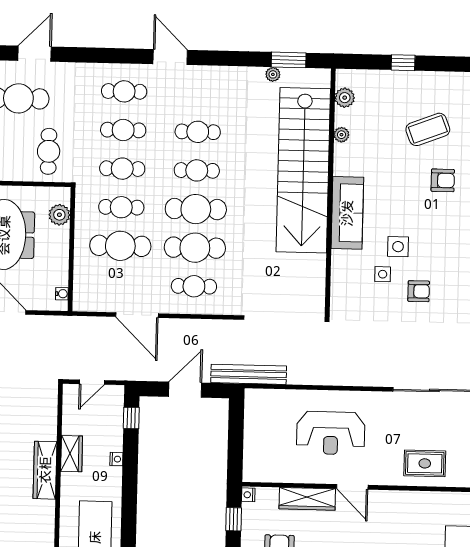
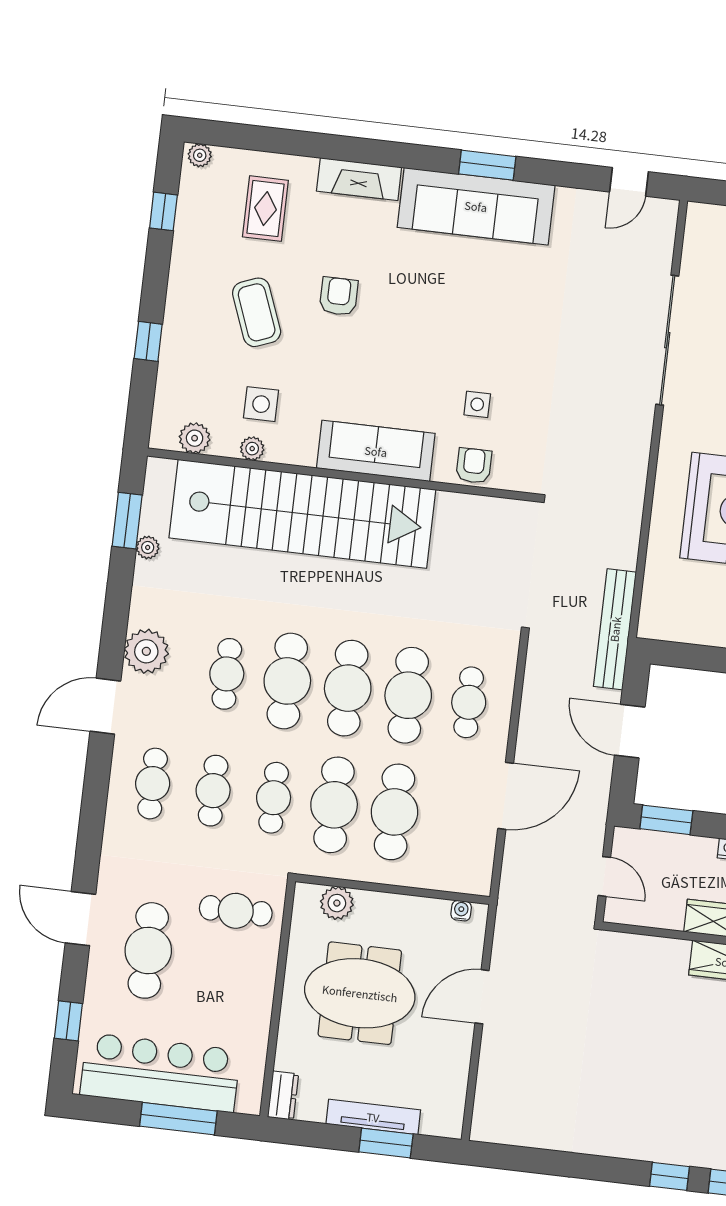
plant: (207, 80) -> (146, 651), added
cafe table: (197, 170) -> (287, 681), width x1.37, depth x1.35
cafe table: (121, 207) -> (334, 805), width x1.37, depth x1.35
side table: (398, 247) -> (261, 404), moved
armchair: (419, 291) -> (474, 466), moved
window: (131, 418) -> (666, 820), width x1.50

